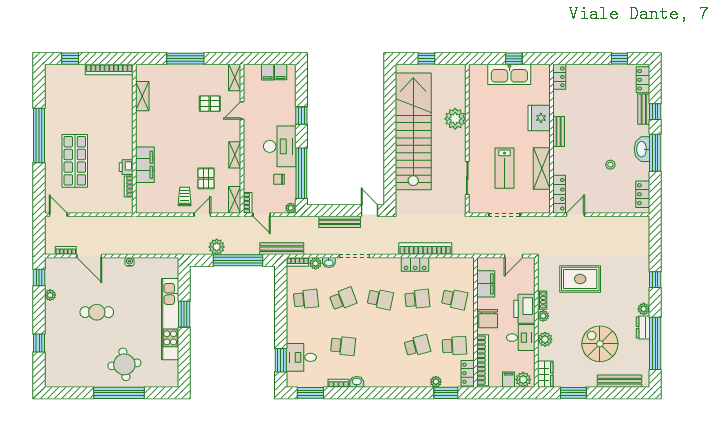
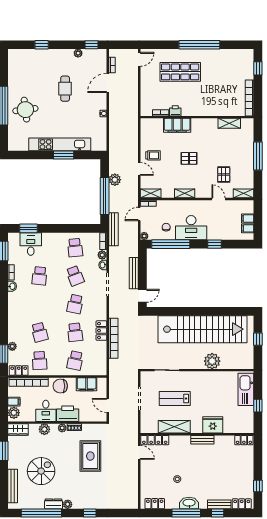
kitchen sink: (509, 74) -> (246, 389), moved
pallet: (206, 178) -> (189, 158), moved

